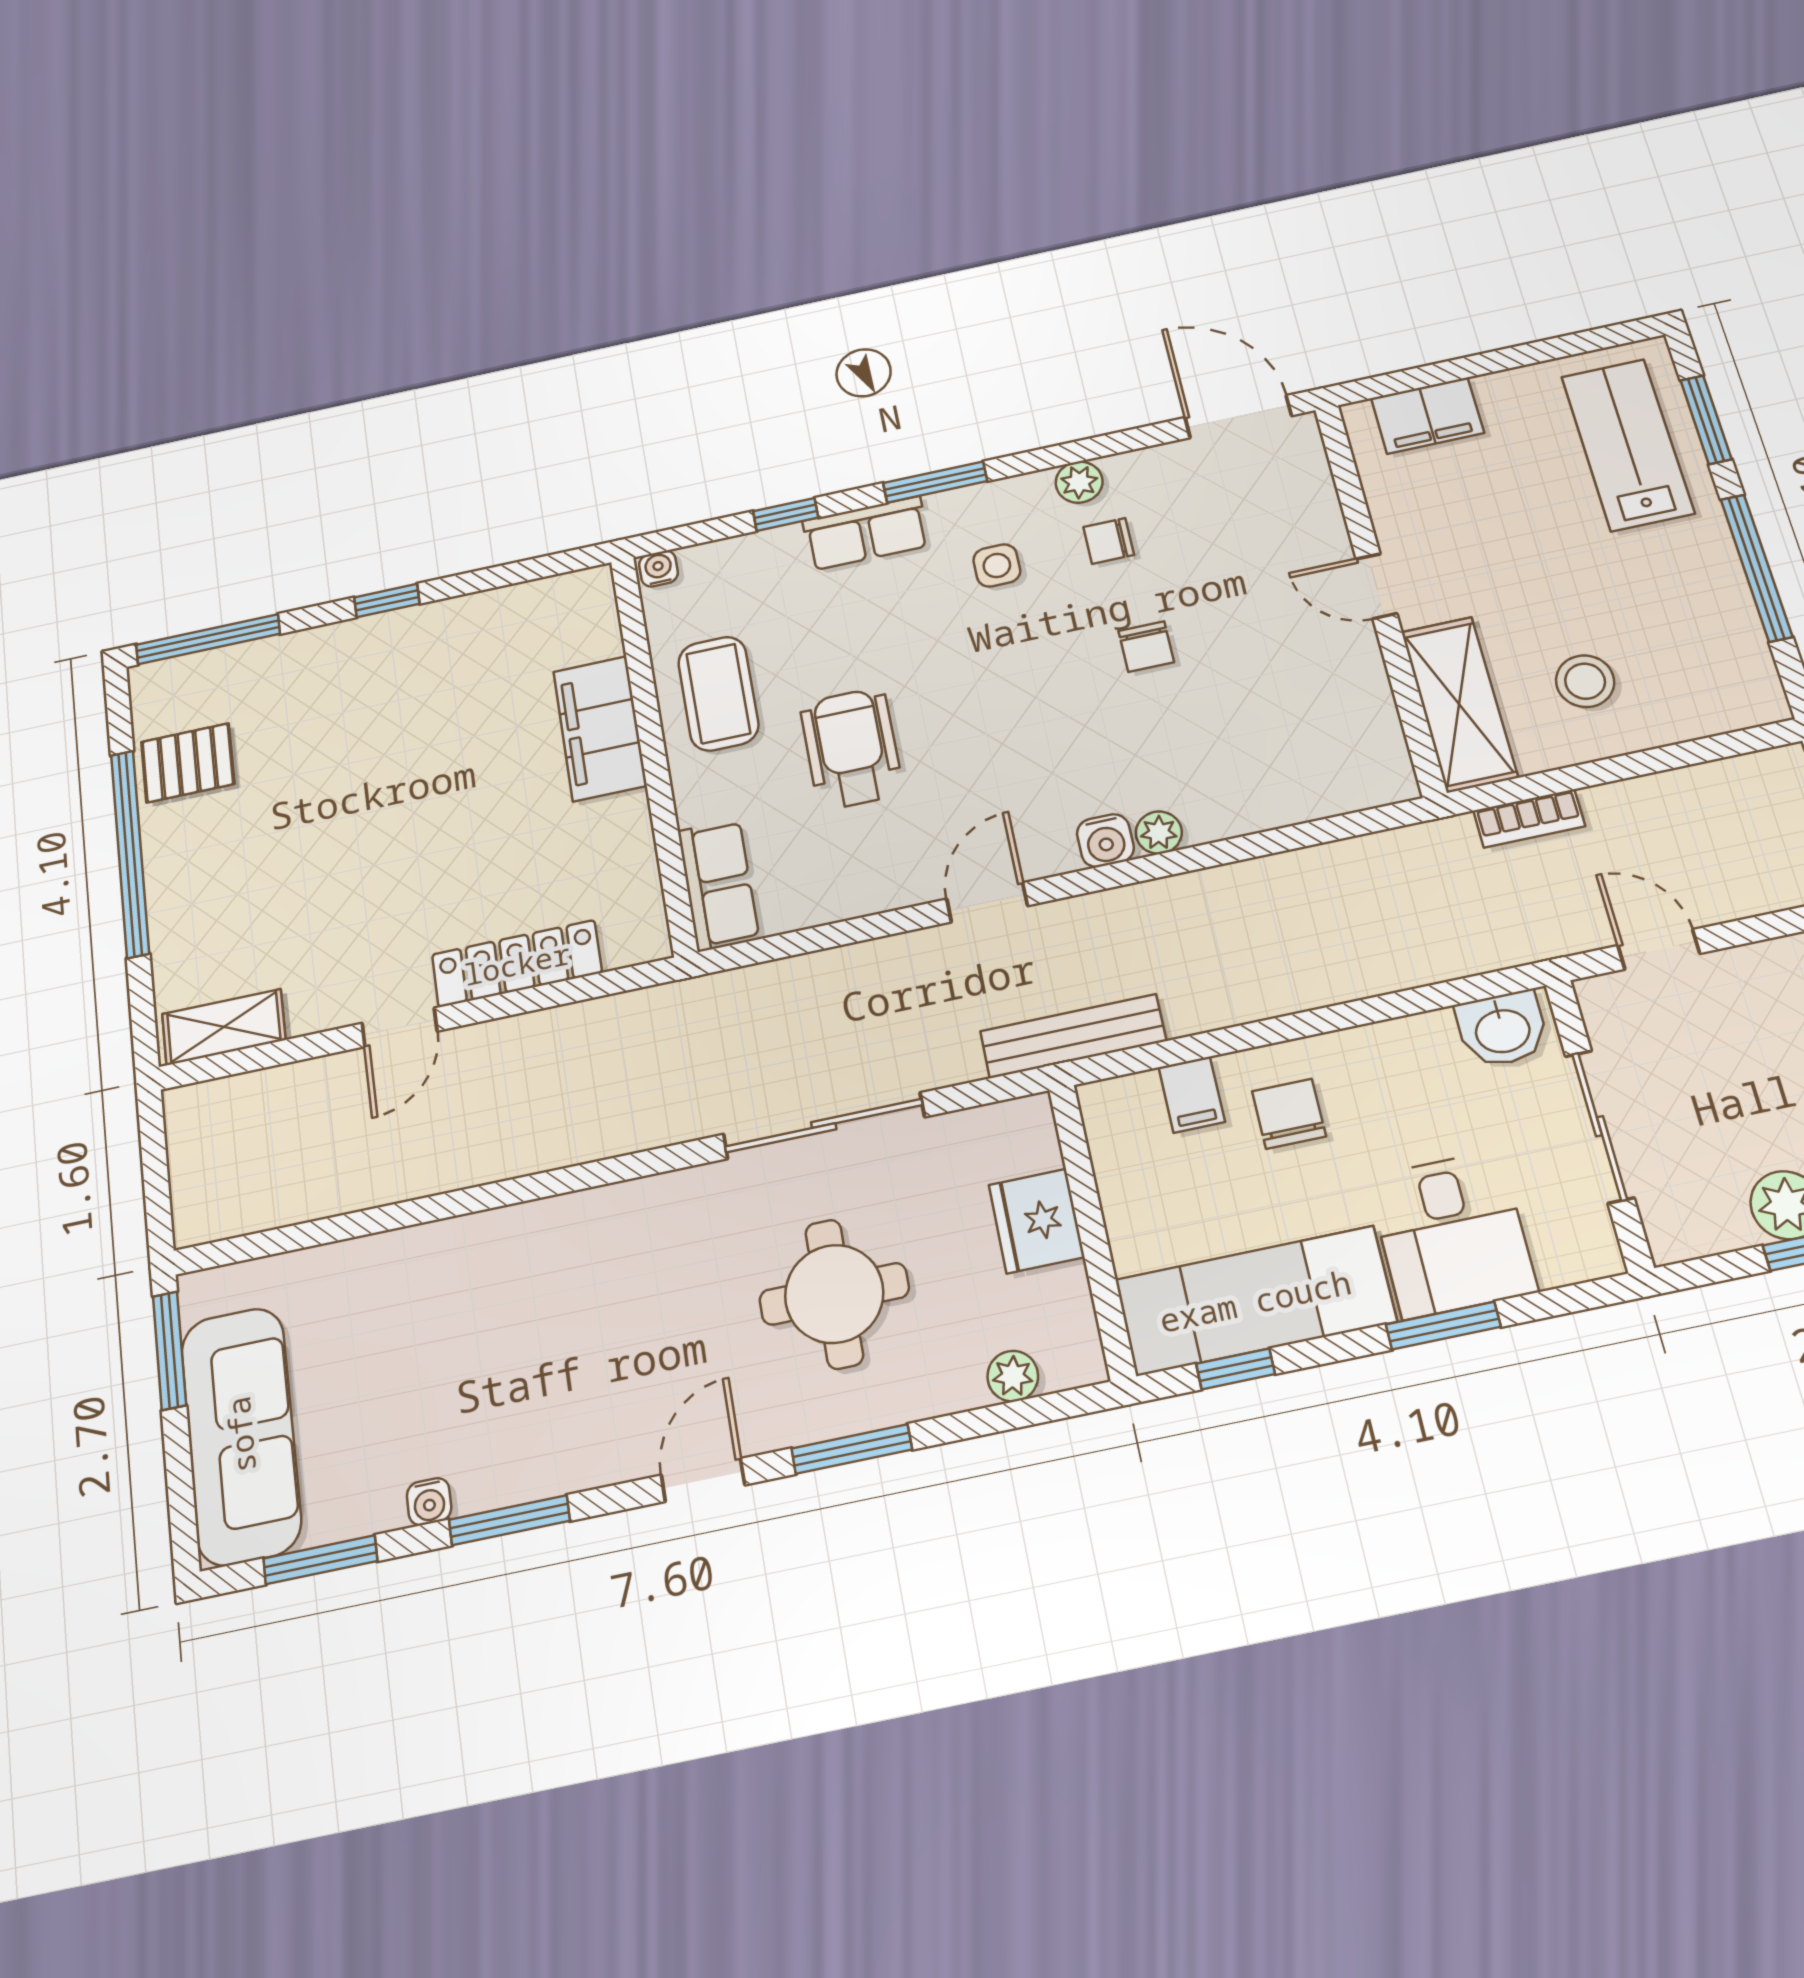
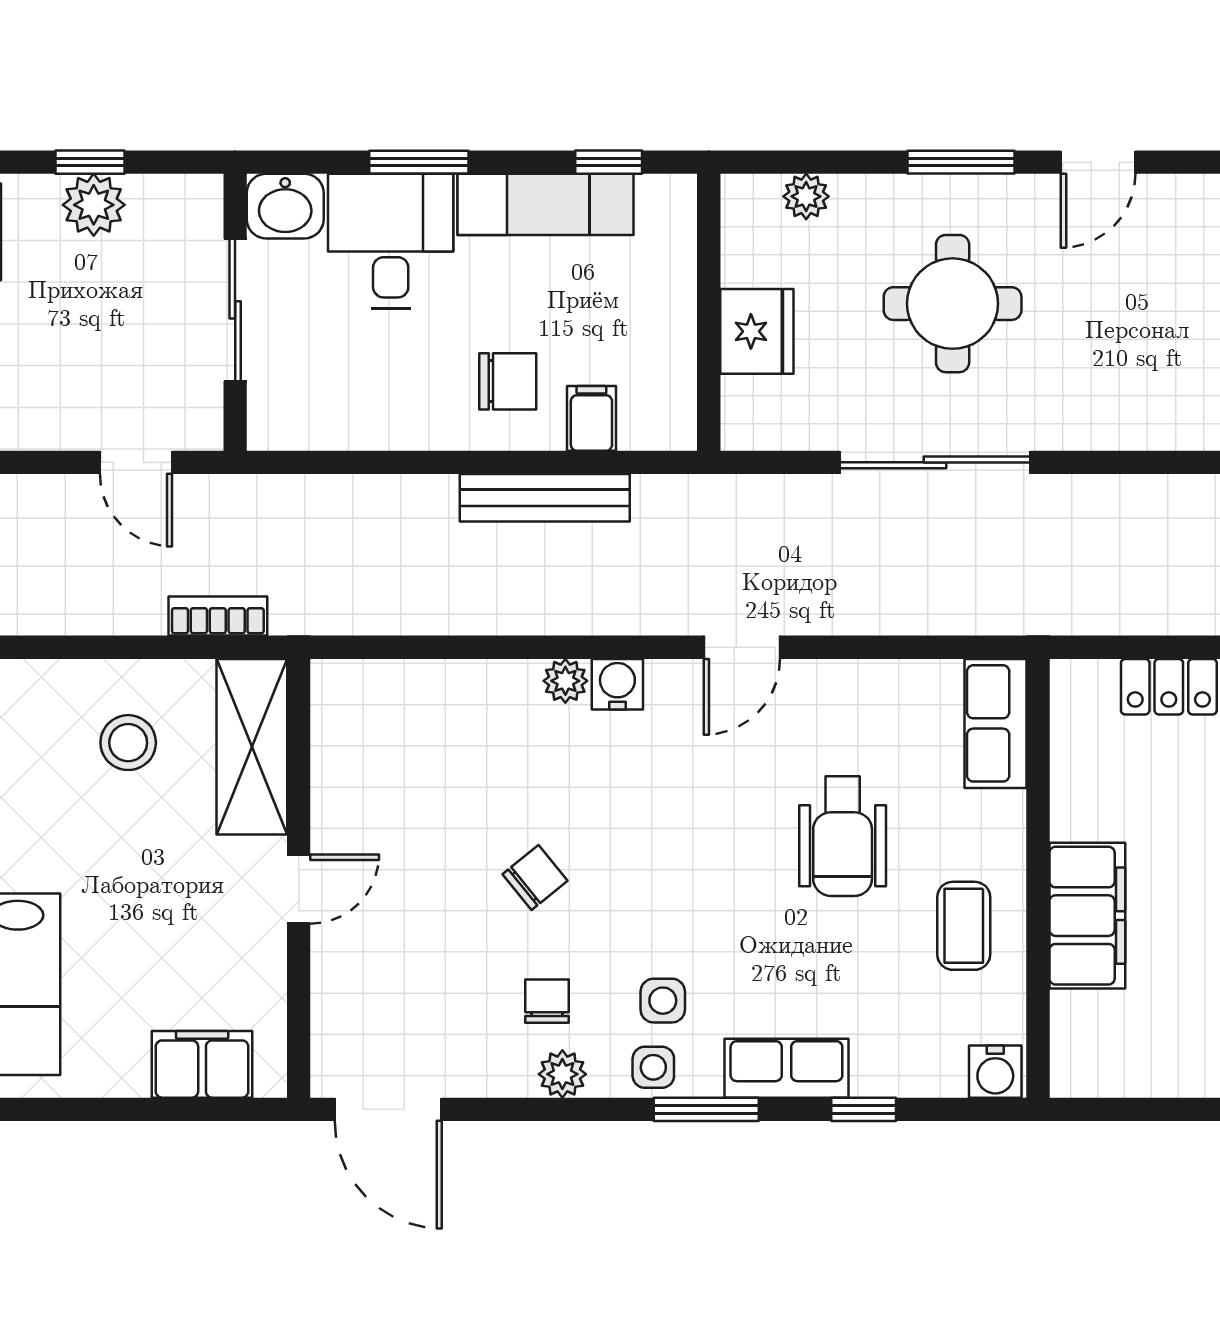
side table: (993, 507) -> (653, 1067), added
chair: (1109, 541) -> (547, 1001), turned -90
water cooler: (658, 569) -> (995, 1072), width x1.38, depth x1.38
door: (1376, 586) -> (299, 889), hinge flipped
chair: (1146, 646) -> (535, 877), turned 51
coffee table: (718, 694) -> (964, 926), width x0.73, depth x0.77
washbasin: (1502, 1029) -> (285, 206), moved, turned 180
bench: (1073, 1036) -> (545, 498), moved
chair: (1289, 1114) -> (508, 381), turned -90
exam couch: (1255, 1301) -> (546, 204), width x0.73, depth x0.69

